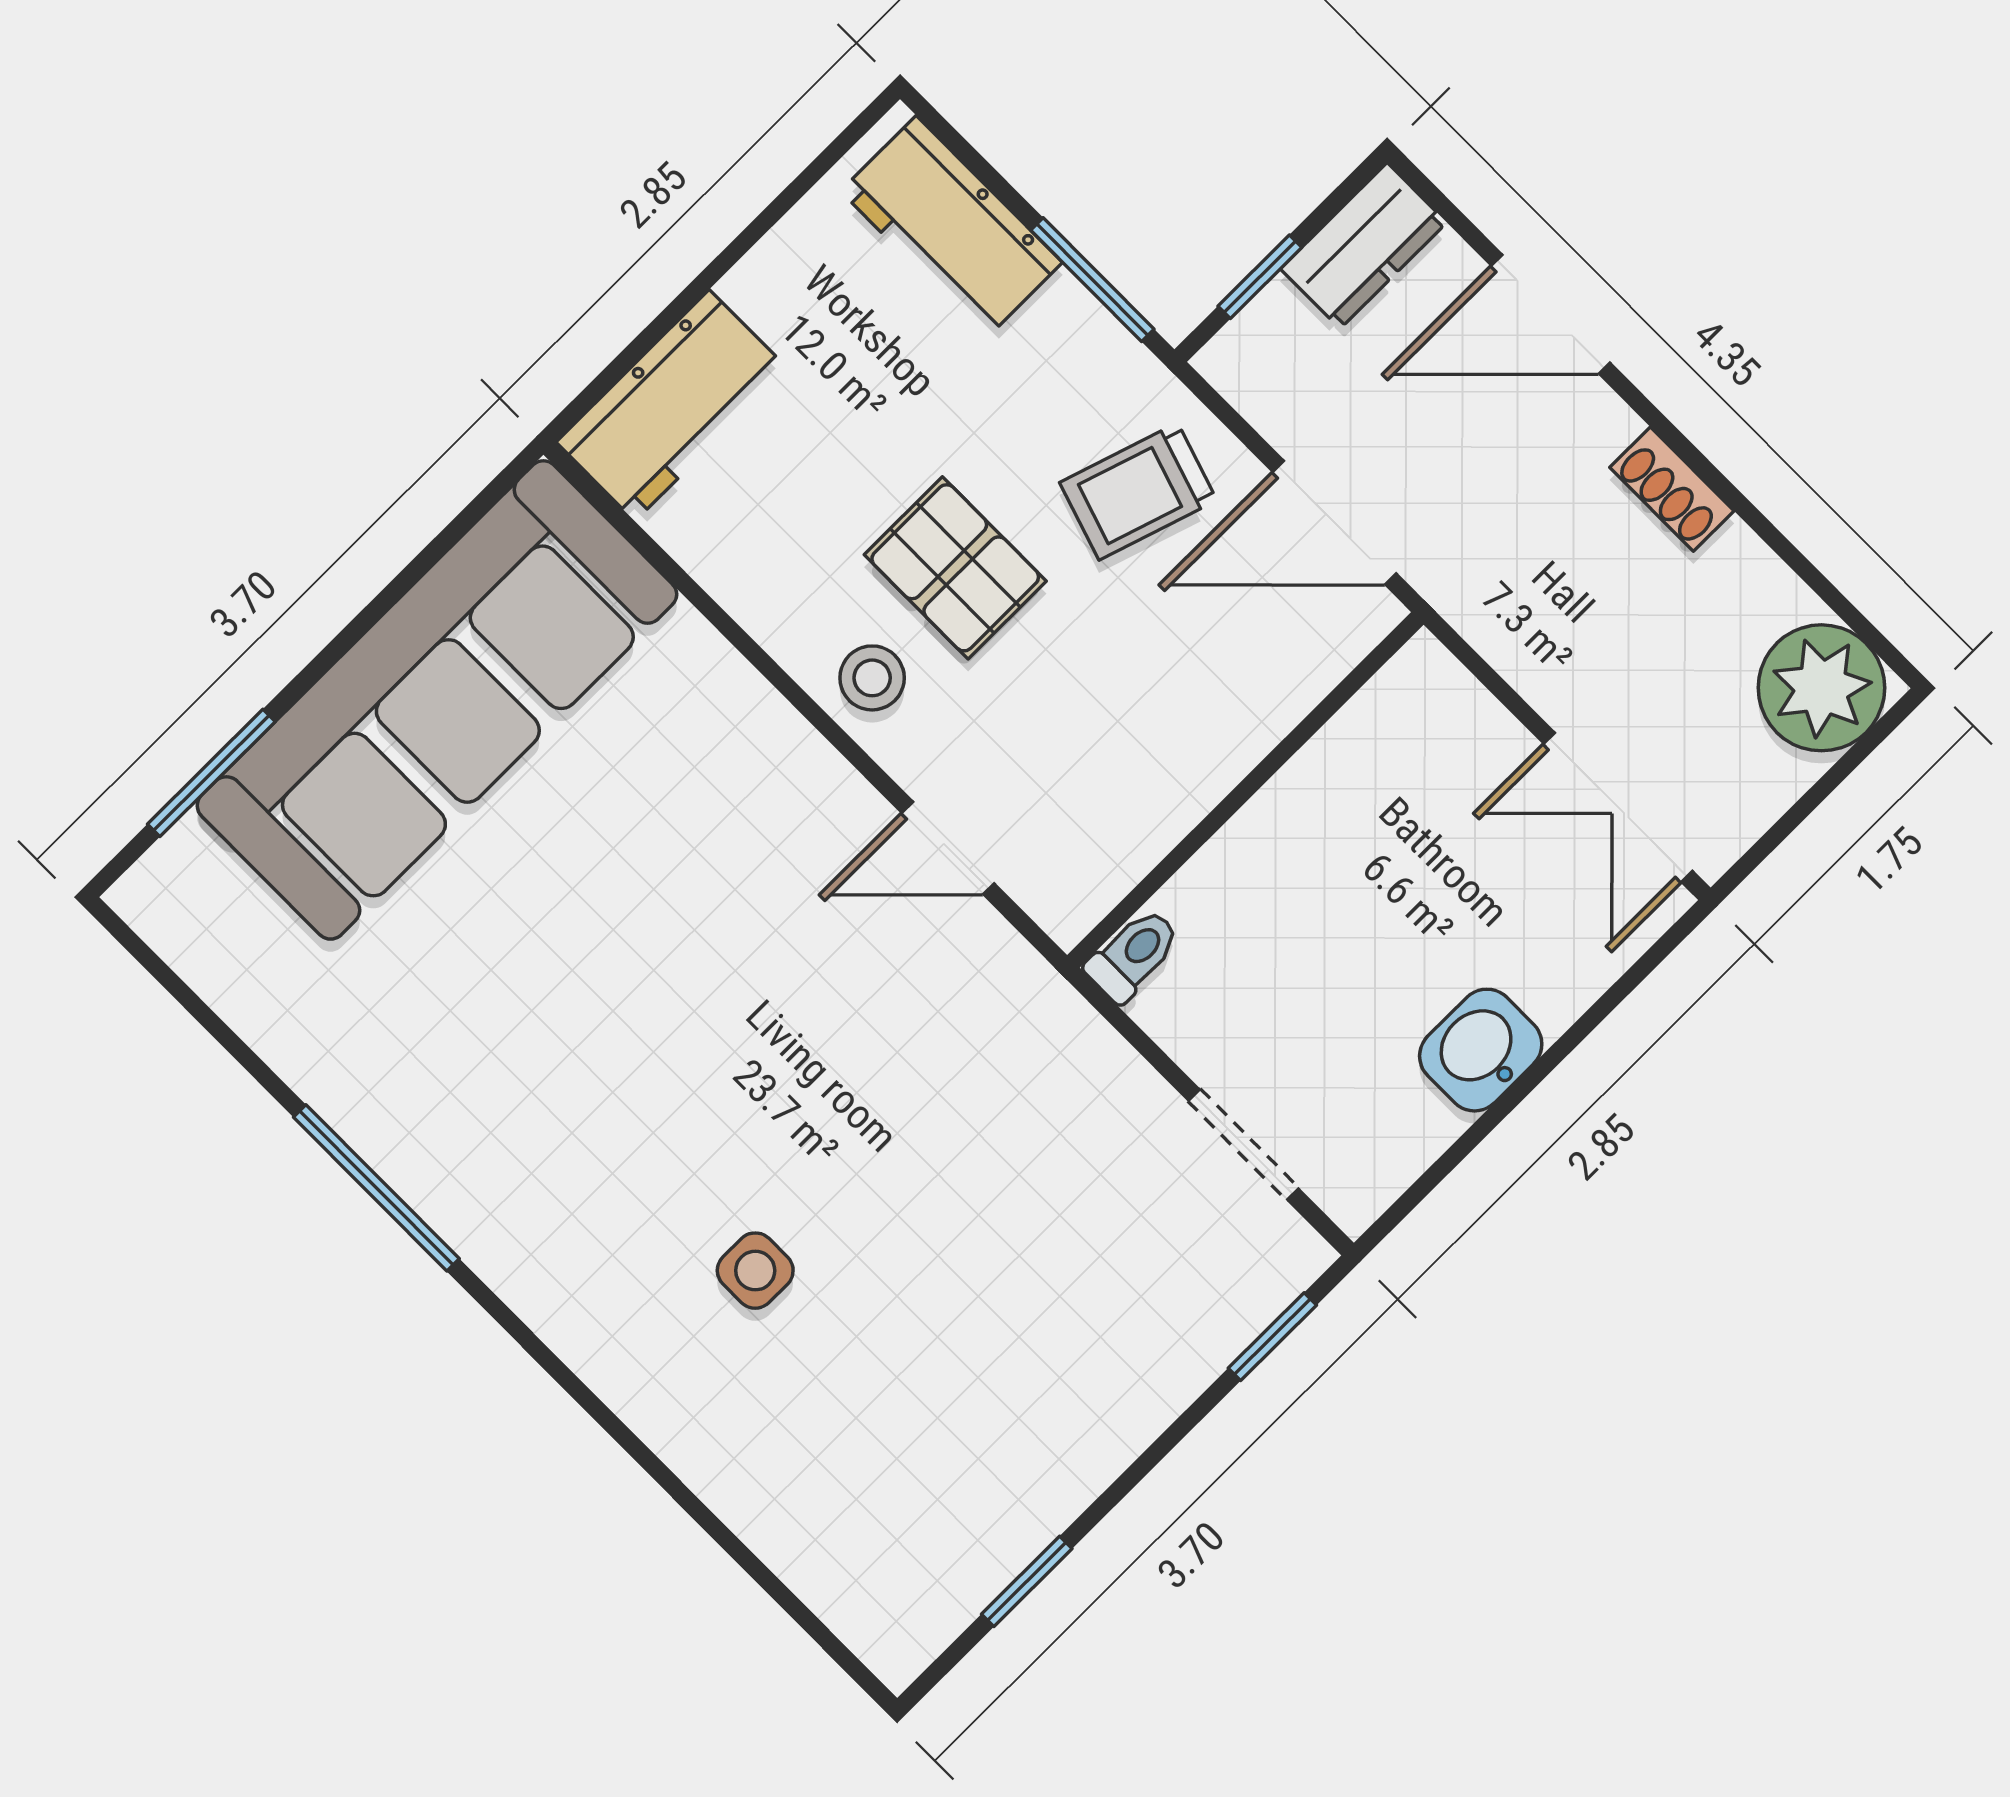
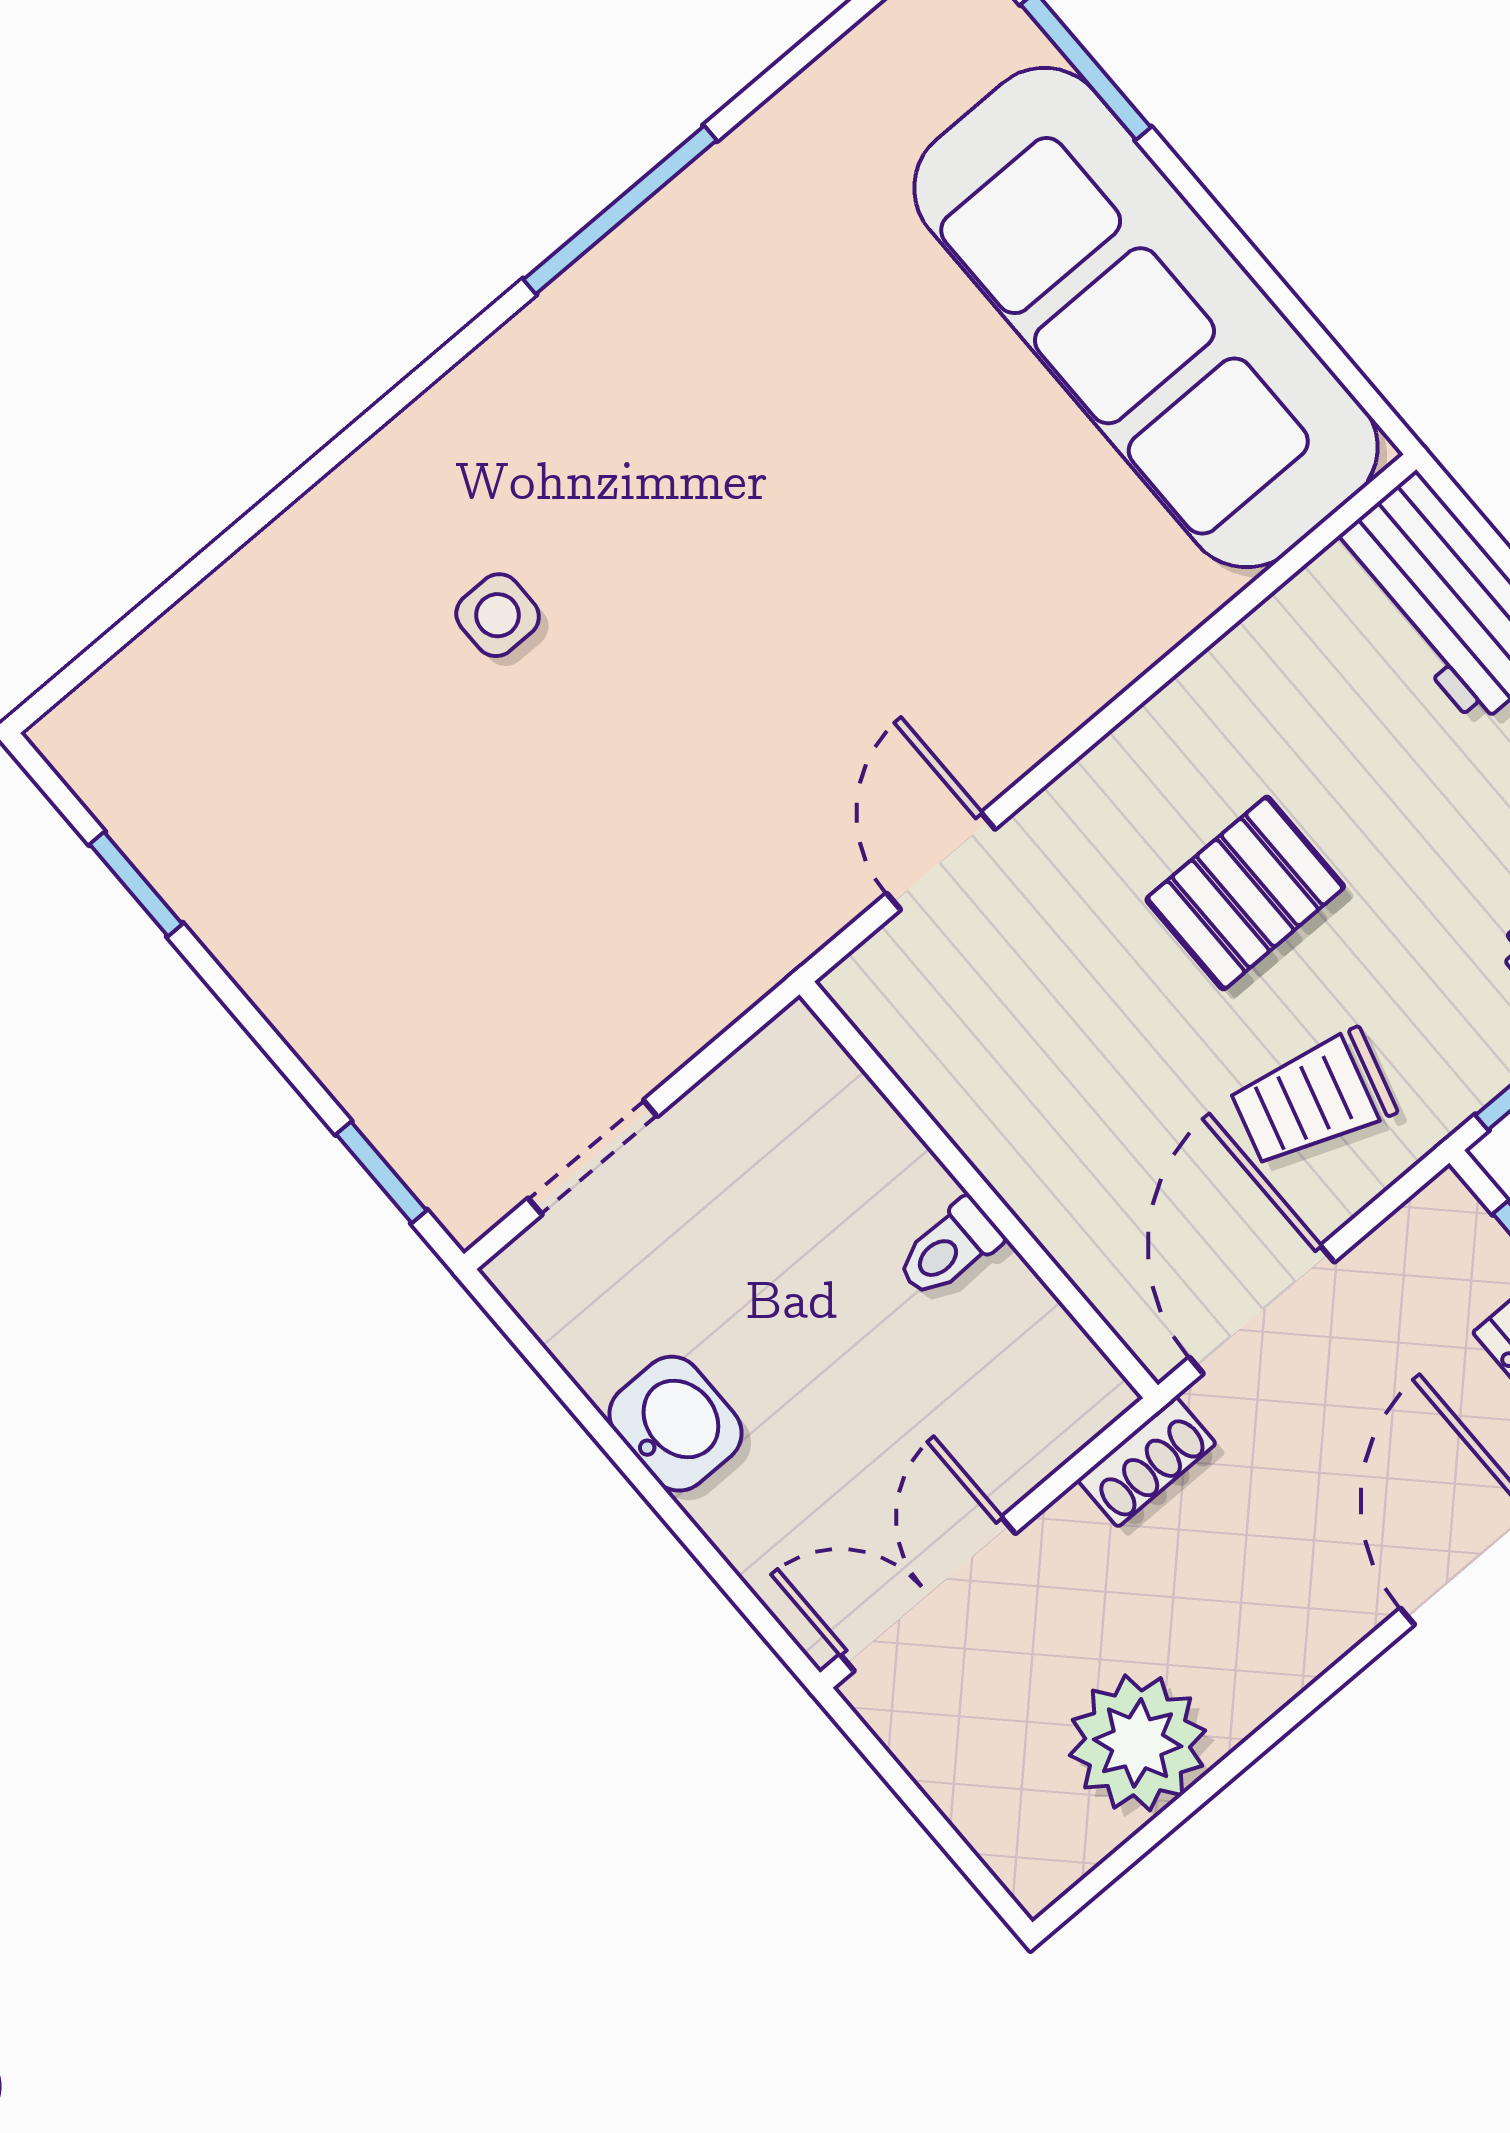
shoe rack: (1672, 489) -> (1147, 1462), moved, turned 180
trolley: (1138, 491) -> (1313, 1099), turned -92
stool: (872, 678) -> (1133, 793), removed
plant: (1821, 688) -> (1138, 1743), moved
toilet: (1133, 955) -> (949, 1249), moved, turned 90

